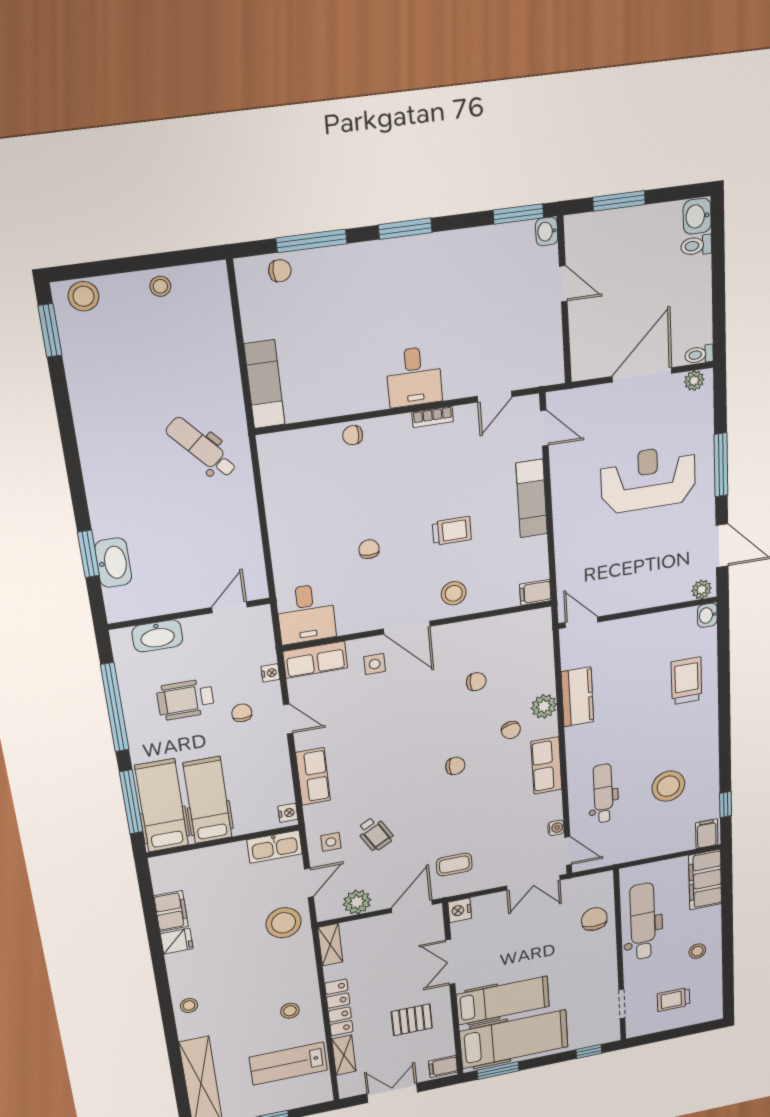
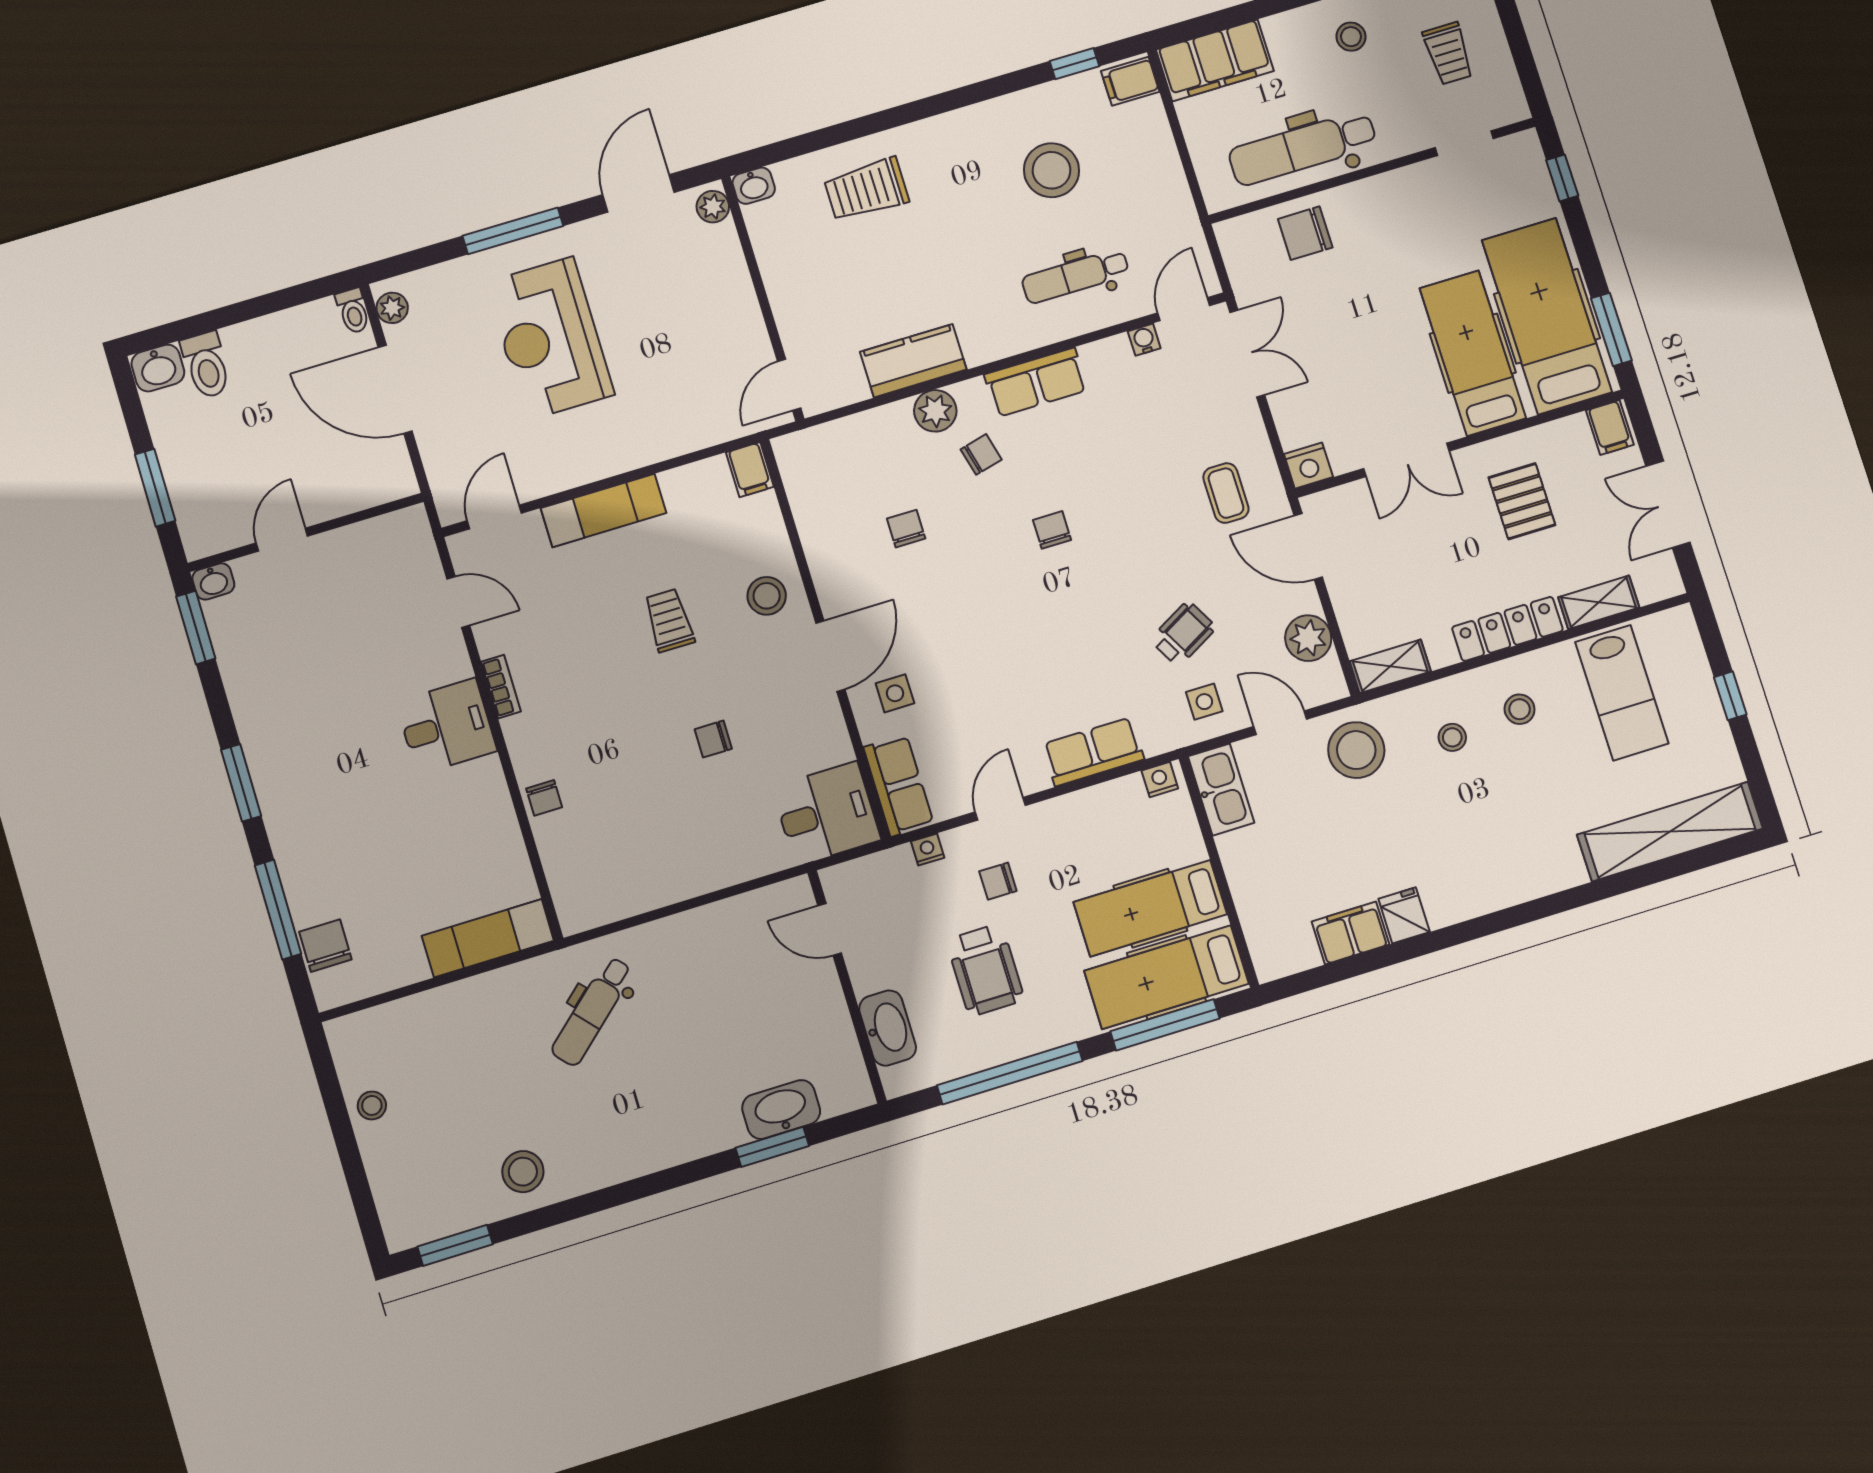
toilet: (696, 246) -> (206, 365), width x1.37, depth x1.39
chair: (280, 271) -> (325, 946), width x1.37, depth x1.37
stool: (84, 296) -> (523, 1172), moved
stool: (189, 1006) -> (1452, 737), moved

